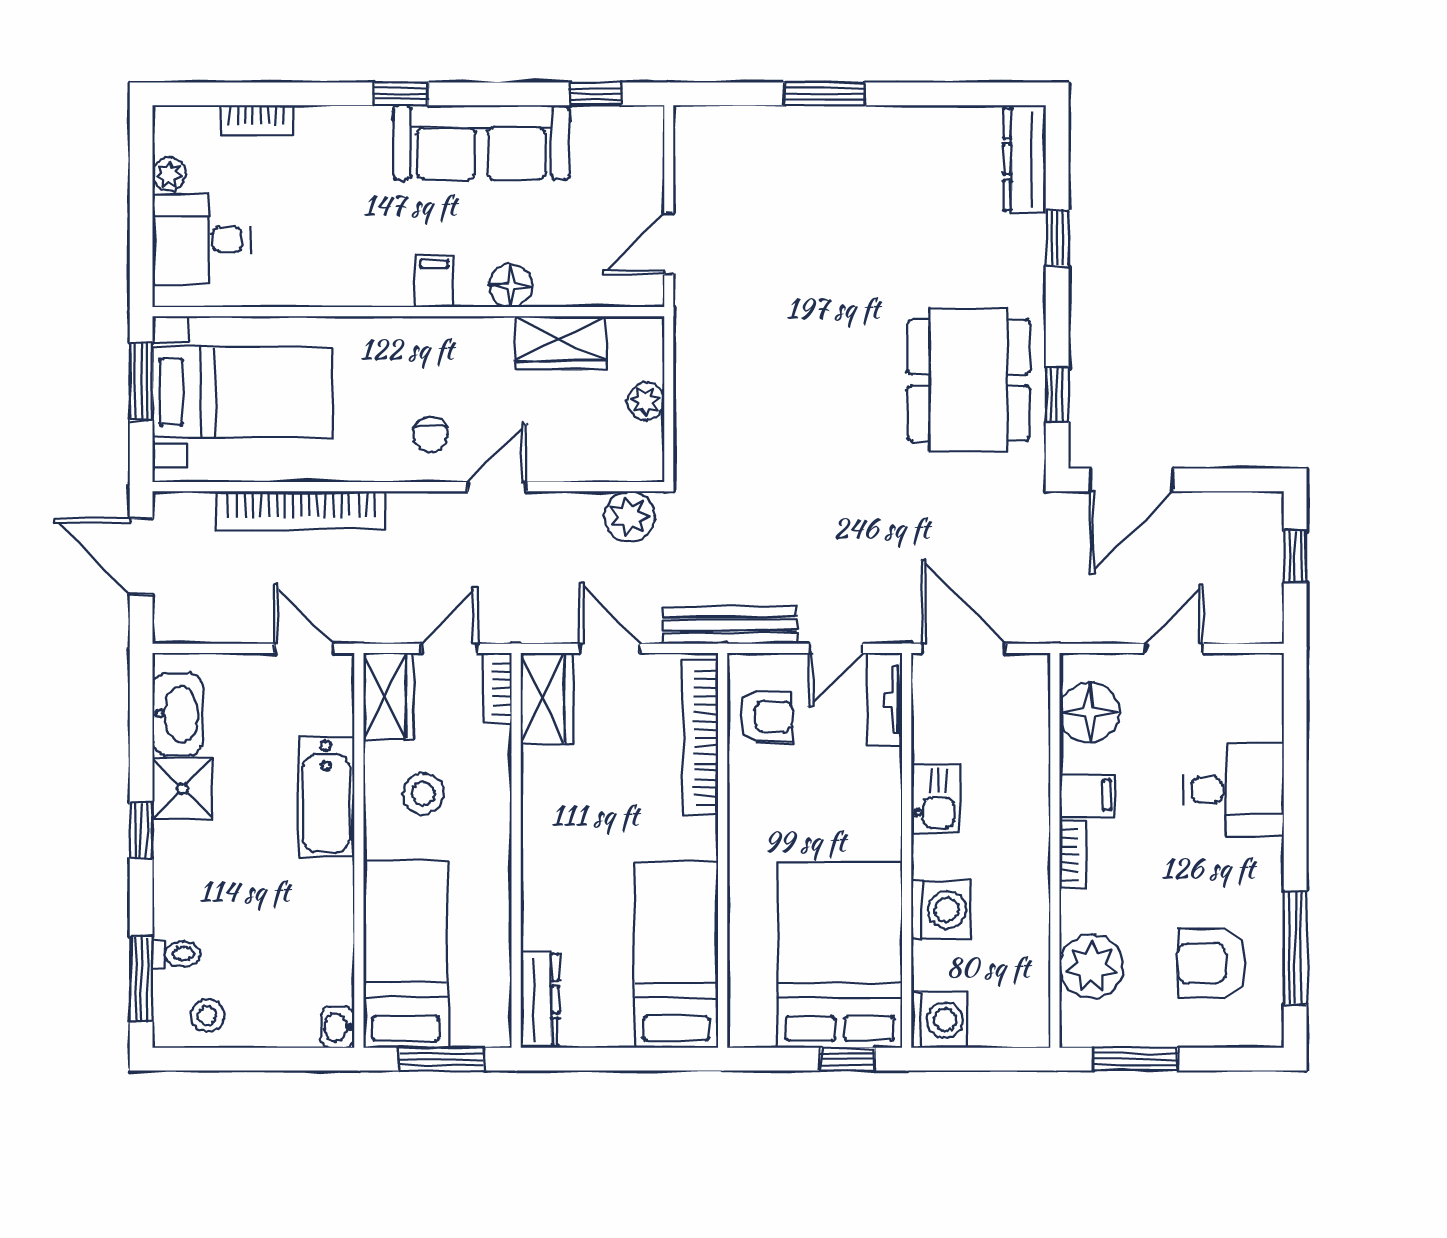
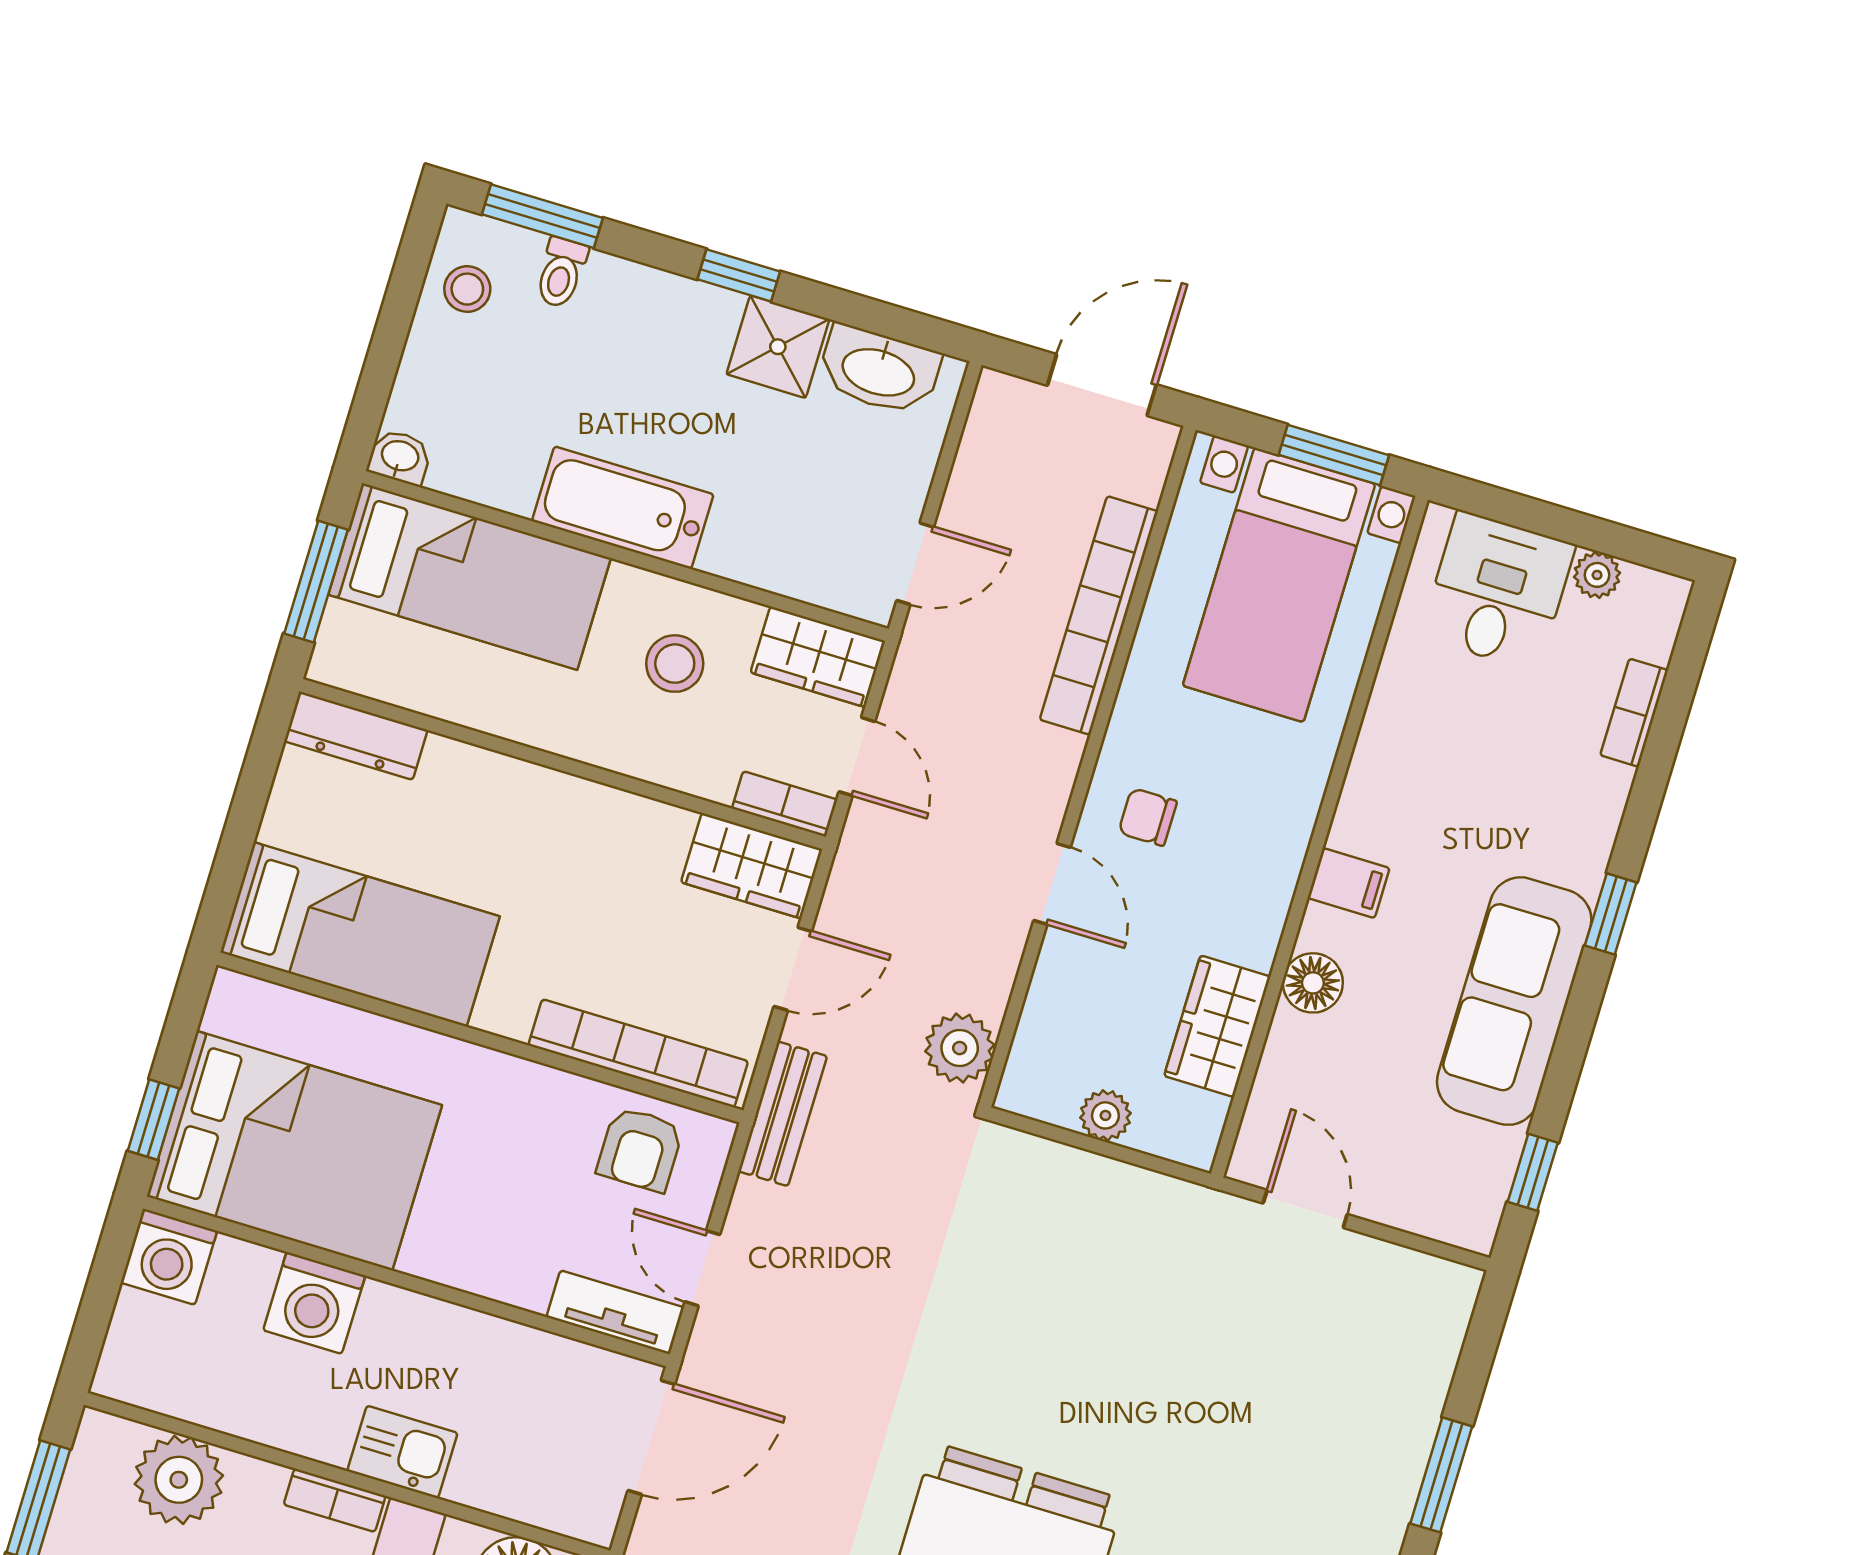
bench: (730, 625) -> (783, 1114), width x0.73
bathtub: (326, 797) -> (623, 508), moved
kitchen sink: (936, 799) -> (402, 1452), moved, turned 180

